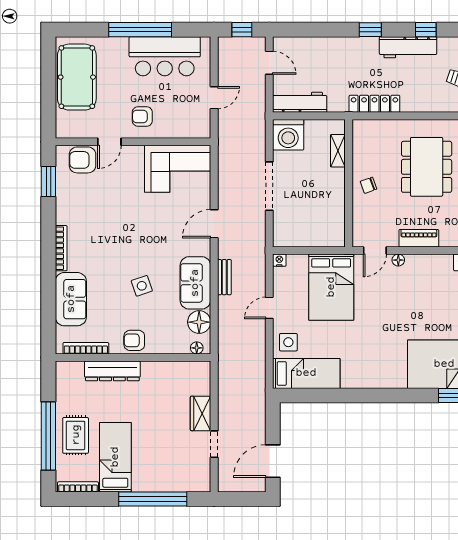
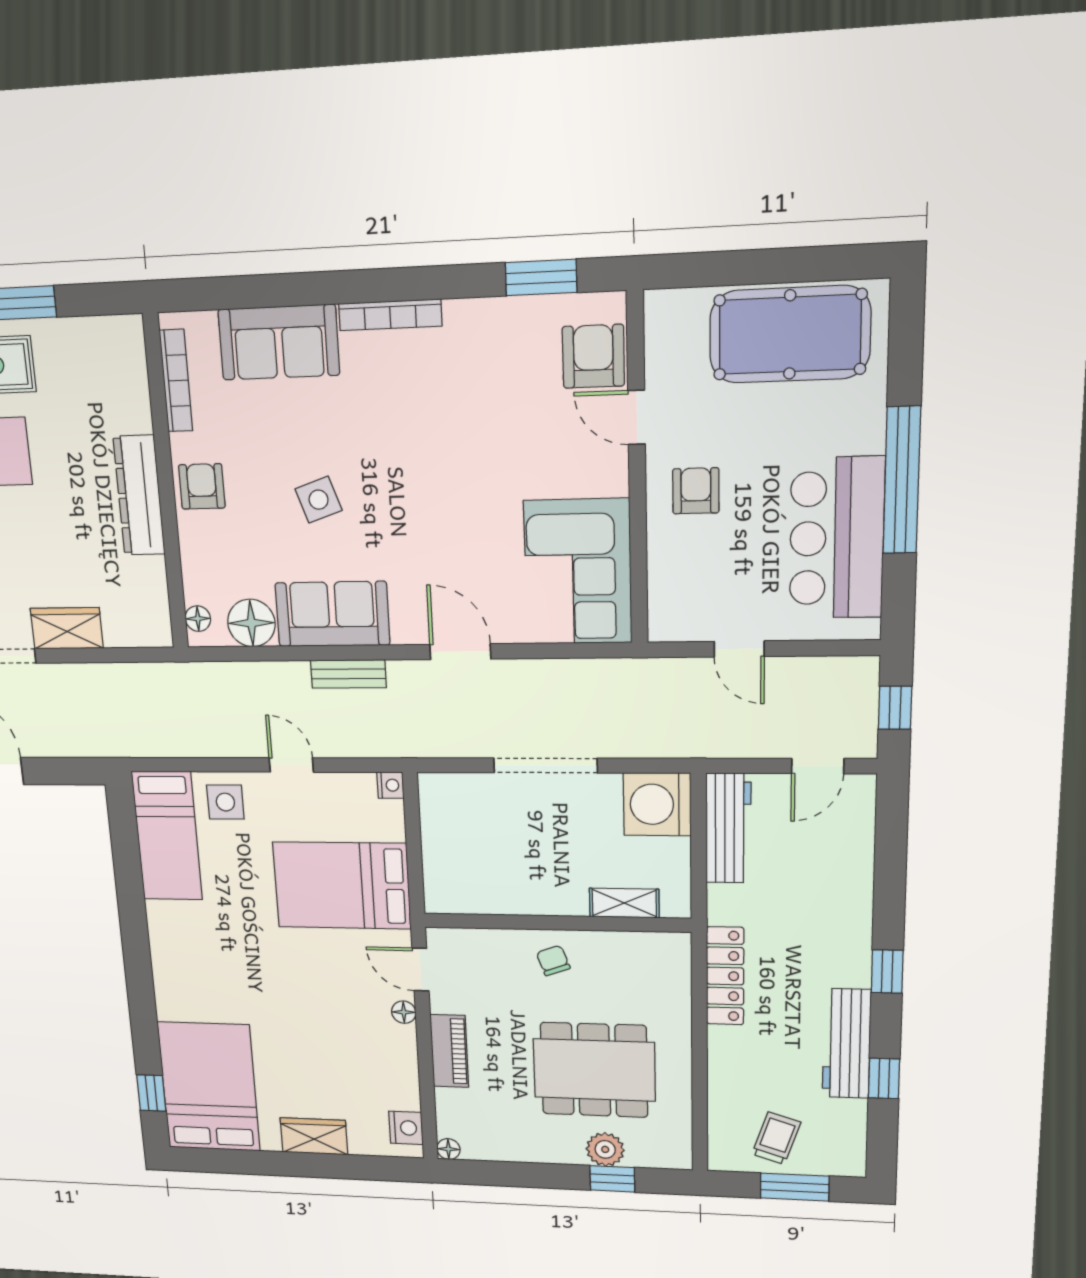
dresser: (112, 371) -> (139, 495), moved

